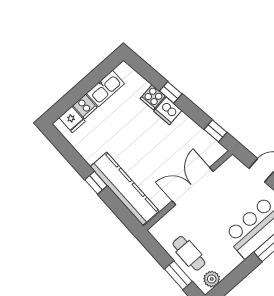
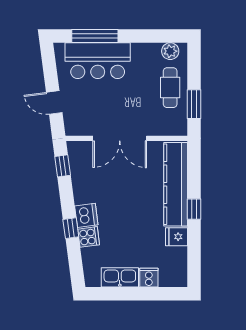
fridge: (72, 120) -> (176, 237), moved, turned -90
window: (178, 275) -> (194, 104), moved

